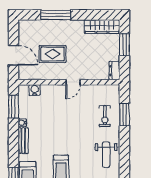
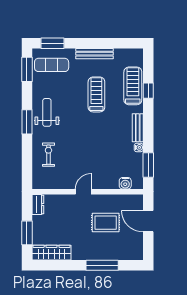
window: (124, 115) -> (27, 122), moved

